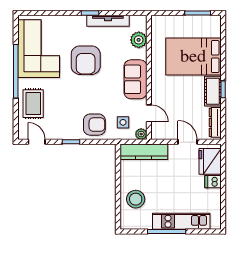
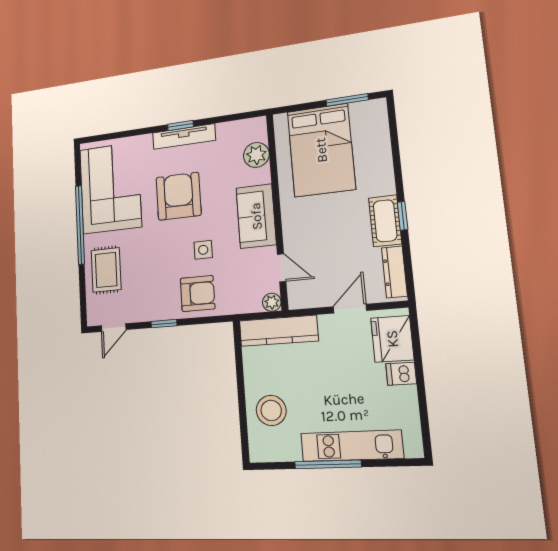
tv unit: (108, 21) -> (184, 137), moved
bed: (193, 57) -> (321, 150), moved, turned -90
armchair: (86, 60) -> (179, 196), turned 180
side table: (123, 122) -> (203, 250), moved
door: (37, 142) -> (114, 328), swing flipped
door: (188, 142) -> (350, 309), hinge flipped

